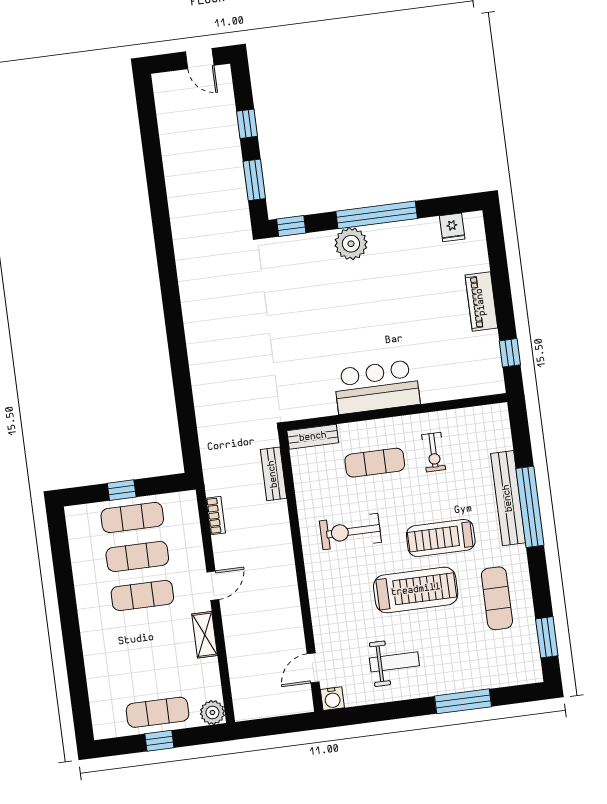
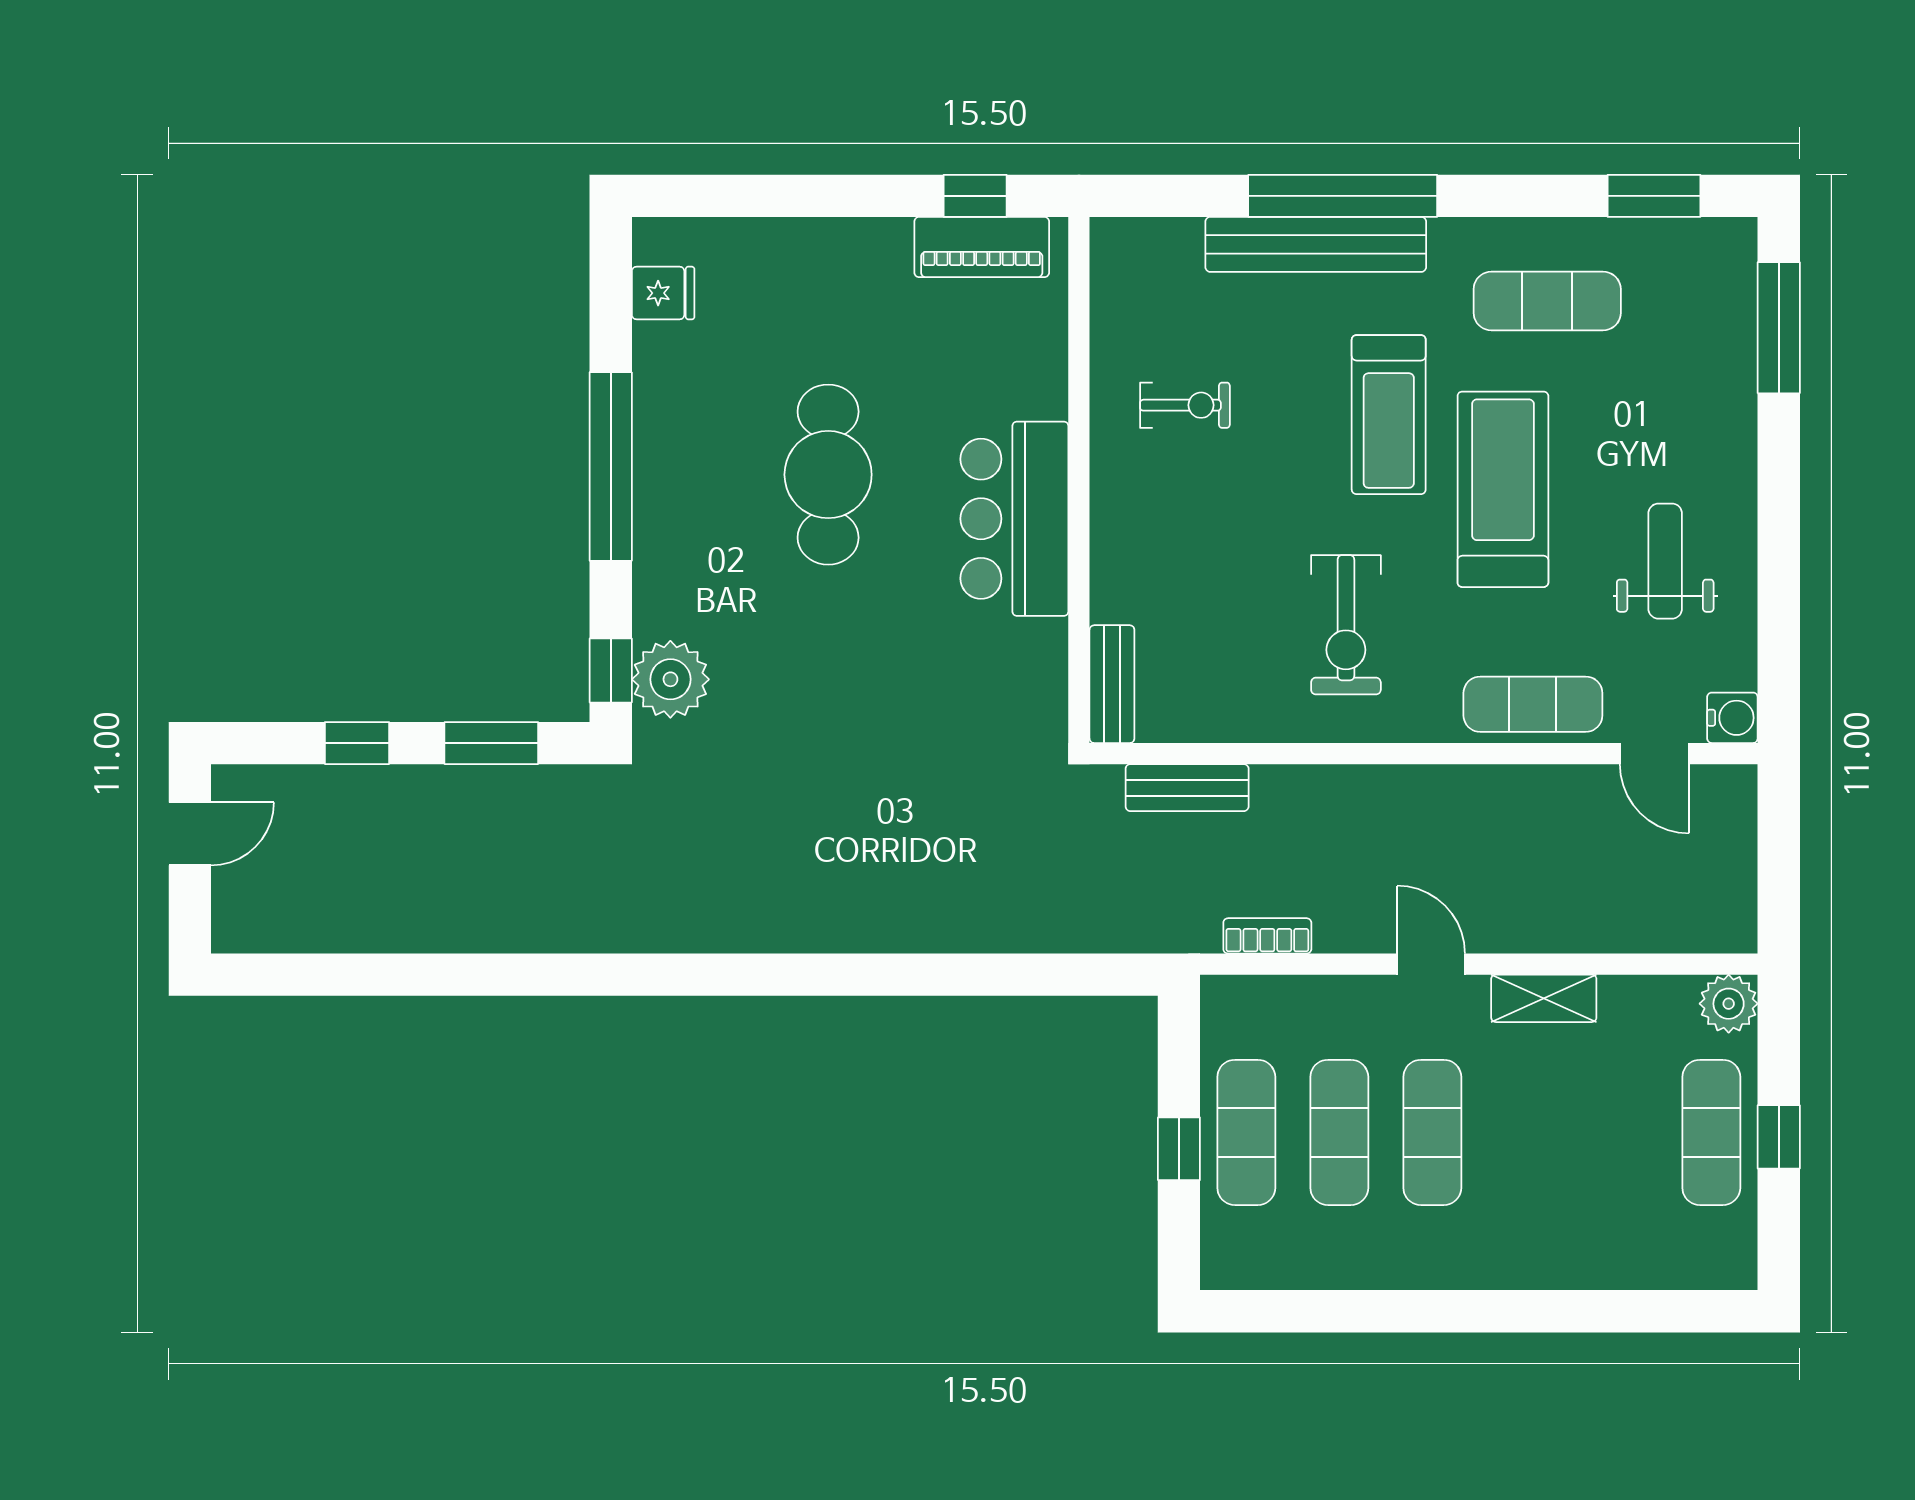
plant: (351, 244) -> (670, 679), moved
piano: (481, 302) -> (982, 247), moved
cafe table: (385, 306) -> (828, 475), added
exercise mat: (375, 463) -> (1533, 704), moved, turned 90
window: (463, 701) -> (1779, 328), moved

